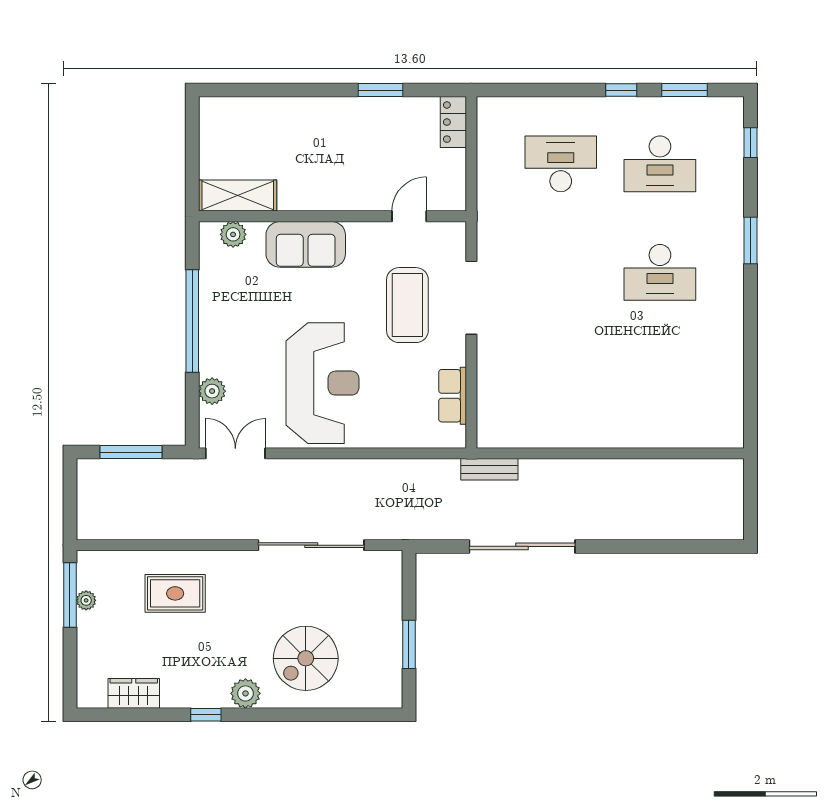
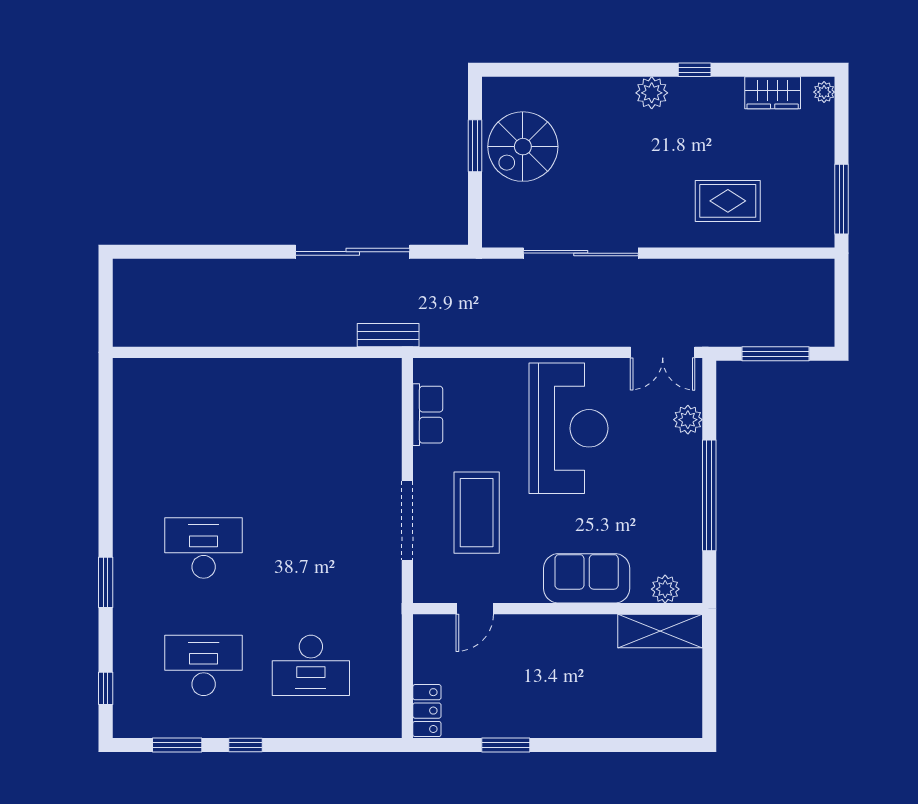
reception desk: (322, 383) -> (569, 428), turned 180
plant: (86, 600) -> (824, 92), moved
spiral stairs: (306, 658) -> (523, 147), moved, turned 180

